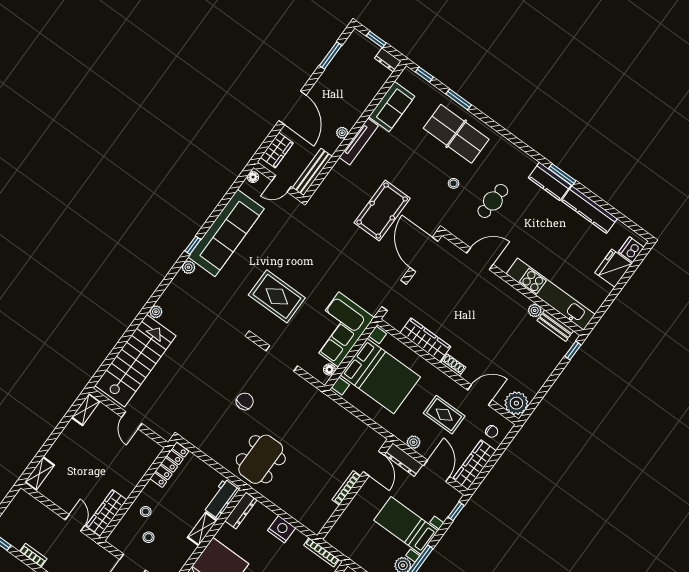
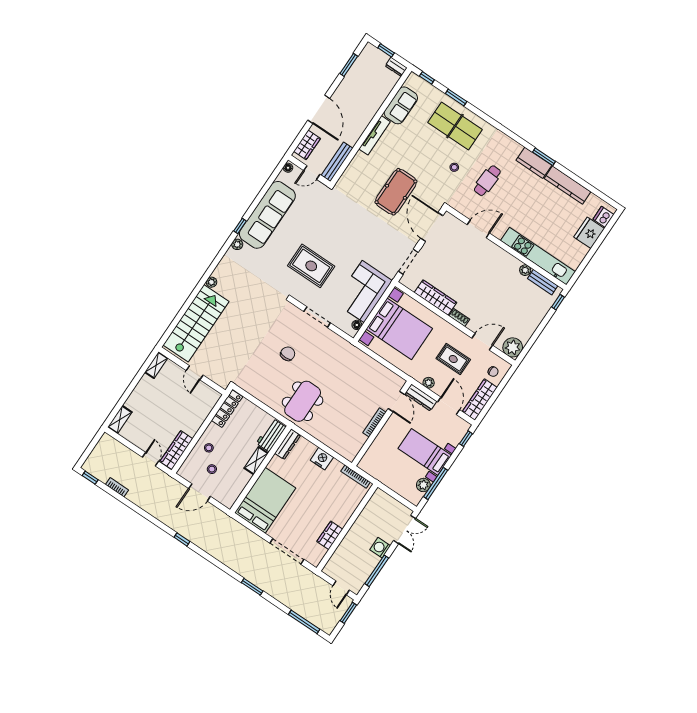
plant: (342, 133) -> (361, 129), removed

